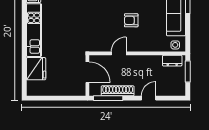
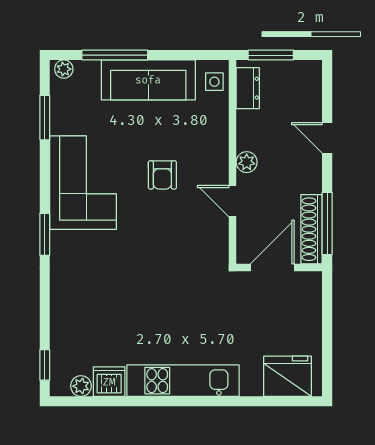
plant: (137, 60) -> (247, 162), added
fridge: (36, 69) -> (288, 376), moved
shoe rack: (118, 91) -> (312, 229), moved

